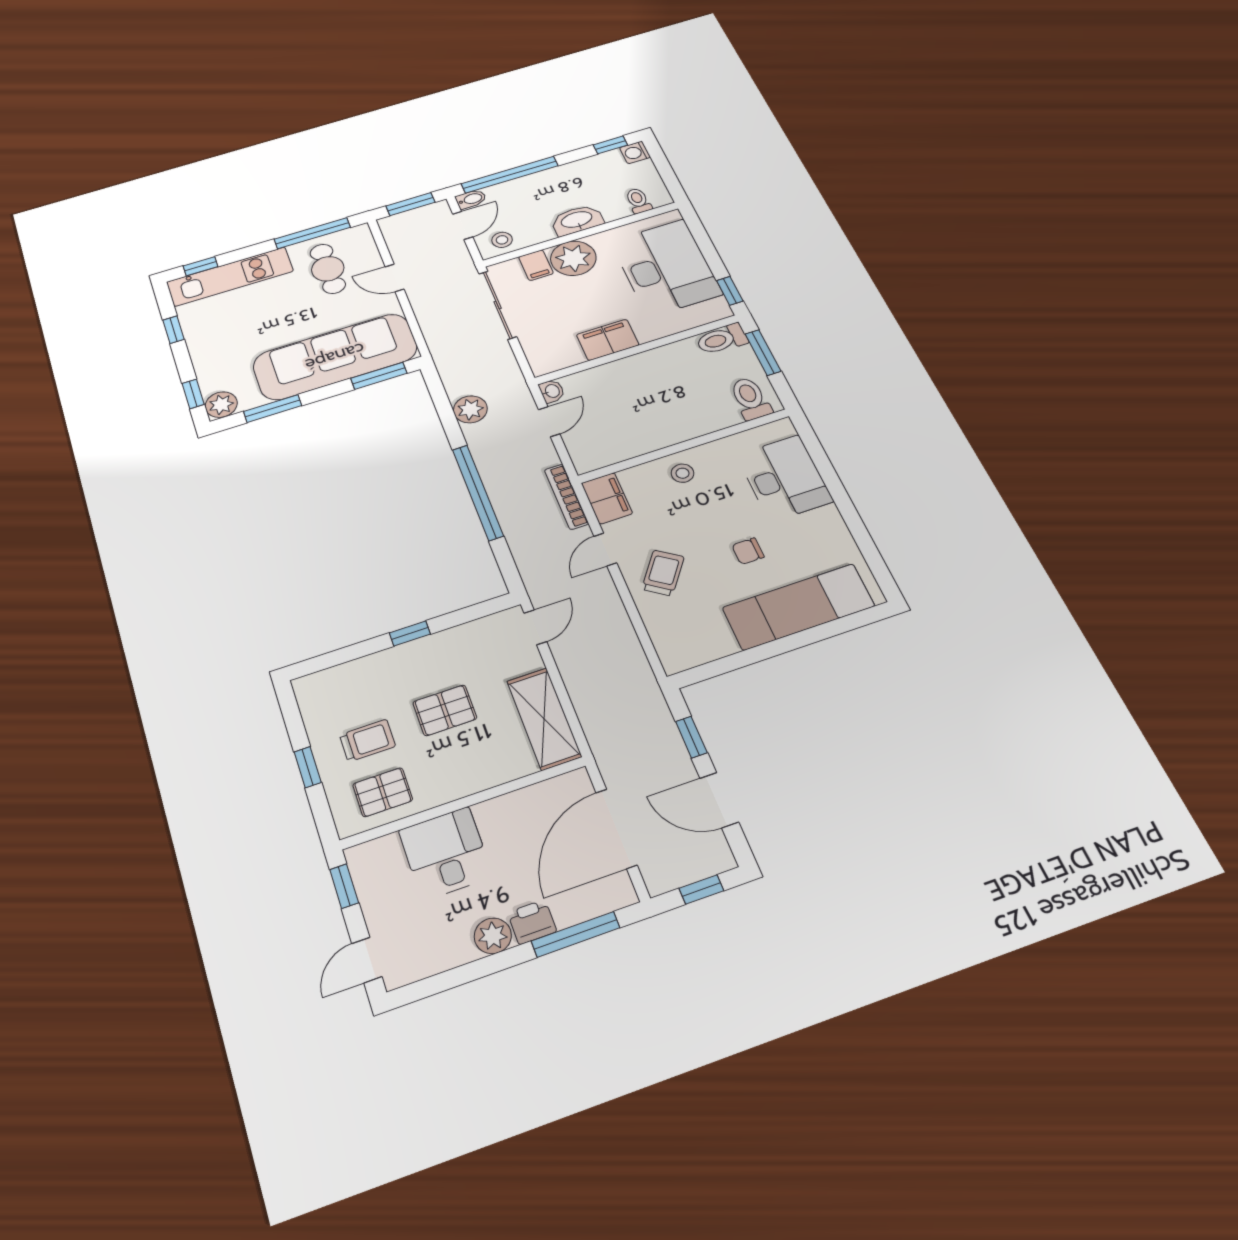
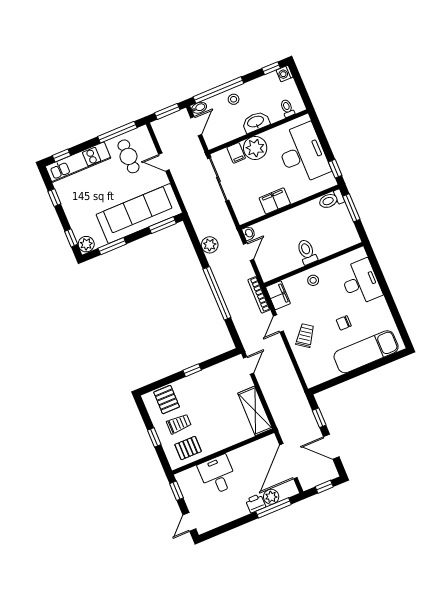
stool: (502, 240) -> (234, 99), moved
toilet: (750, 399) -> (307, 252), moved
pallet: (445, 710) -> (167, 400), moved, turned 90
plant: (493, 936) -> (271, 497), moved

